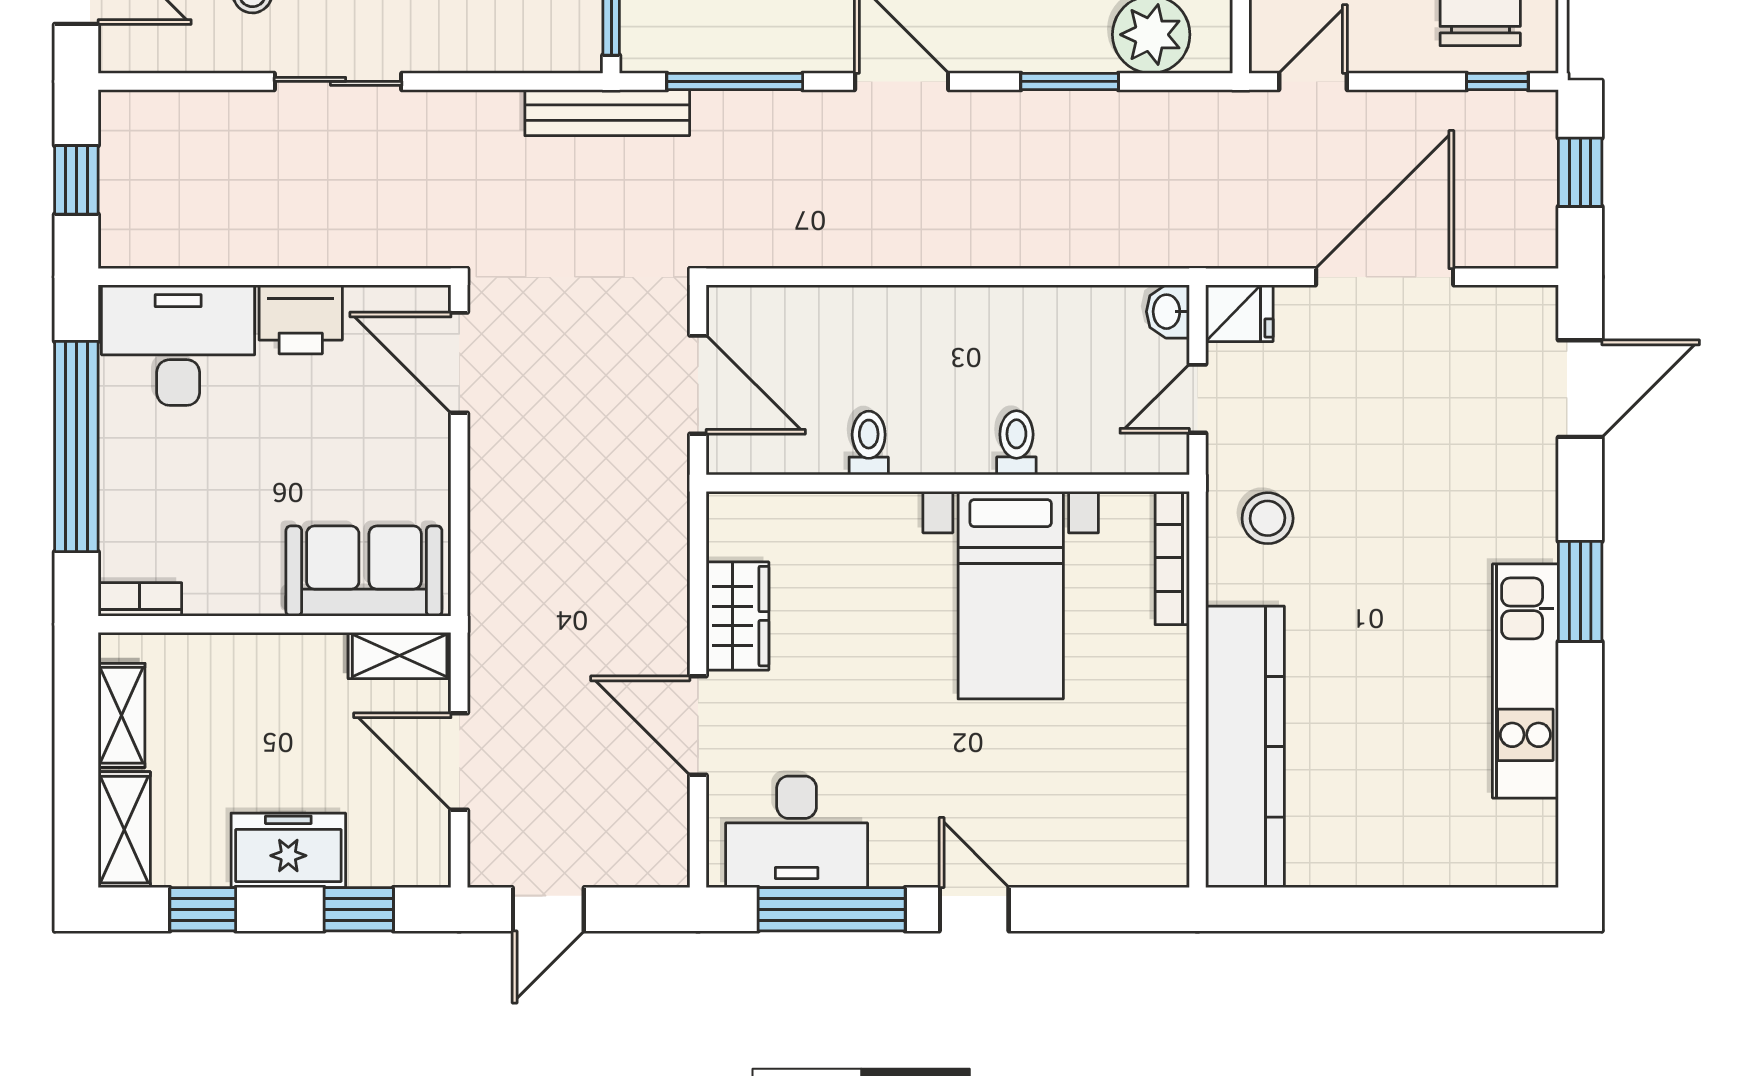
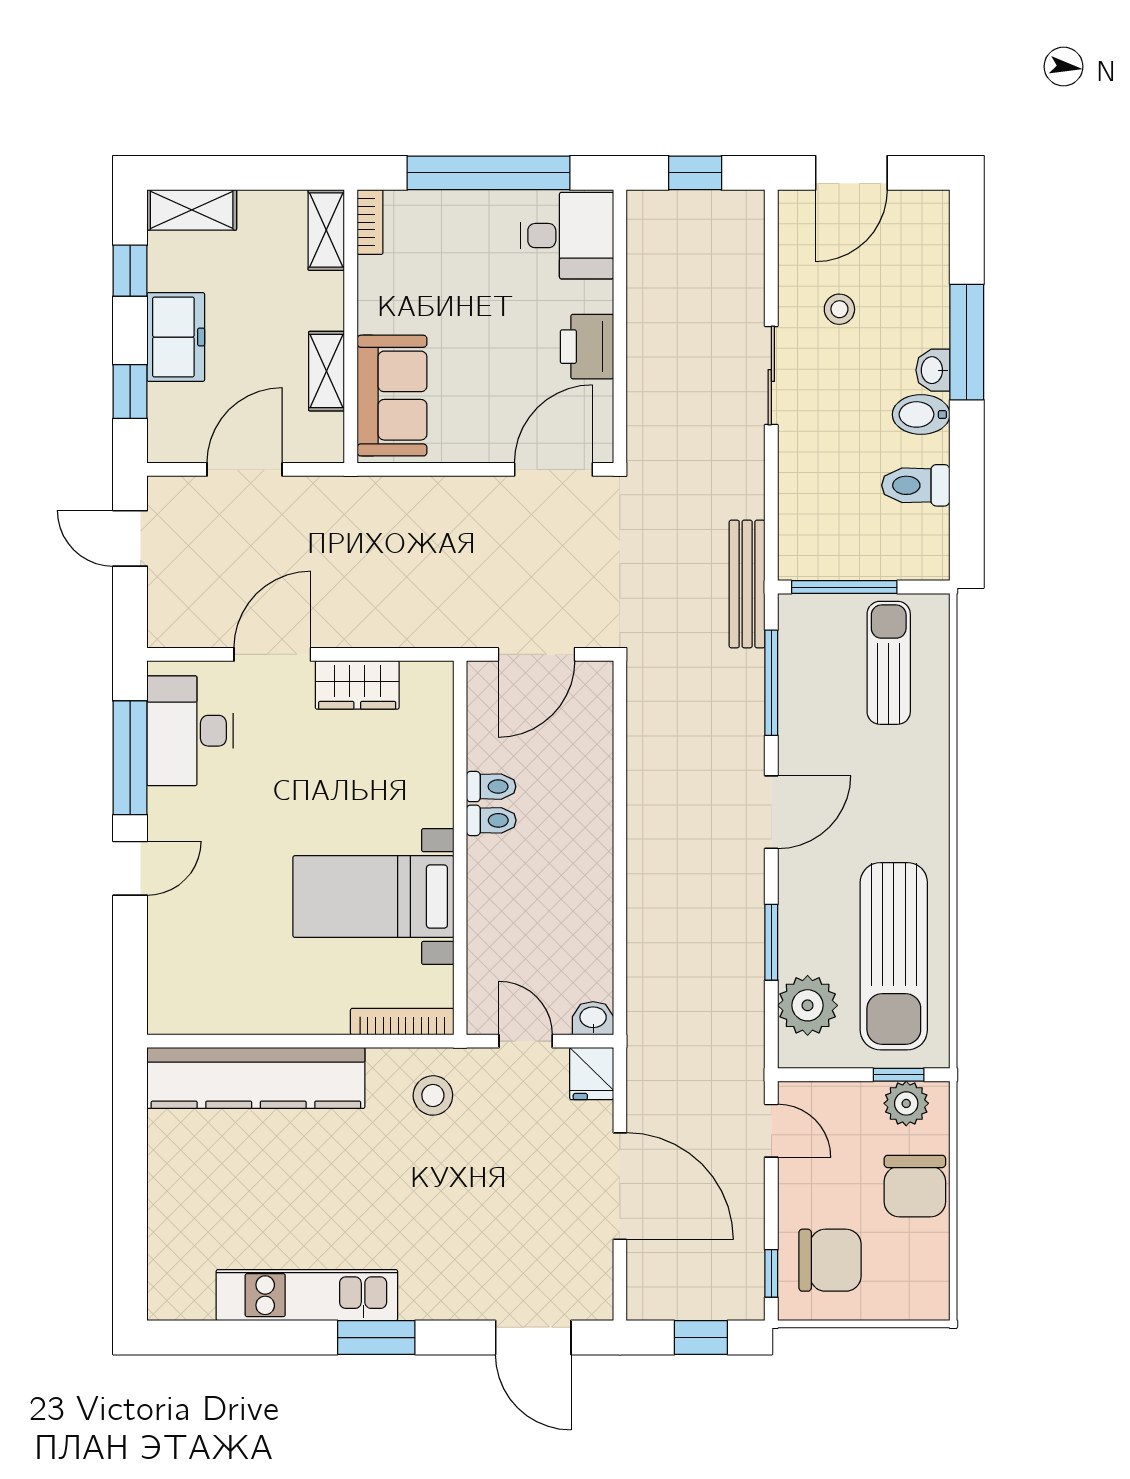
desk: (178, 345) -> (567, 236), width x0.73
toilet: (1016, 443) -> (491, 820), moved
shelving: (400, 656) -> (327, 371), moved
shelving: (122, 715) -> (326, 230), moved, turned 90

